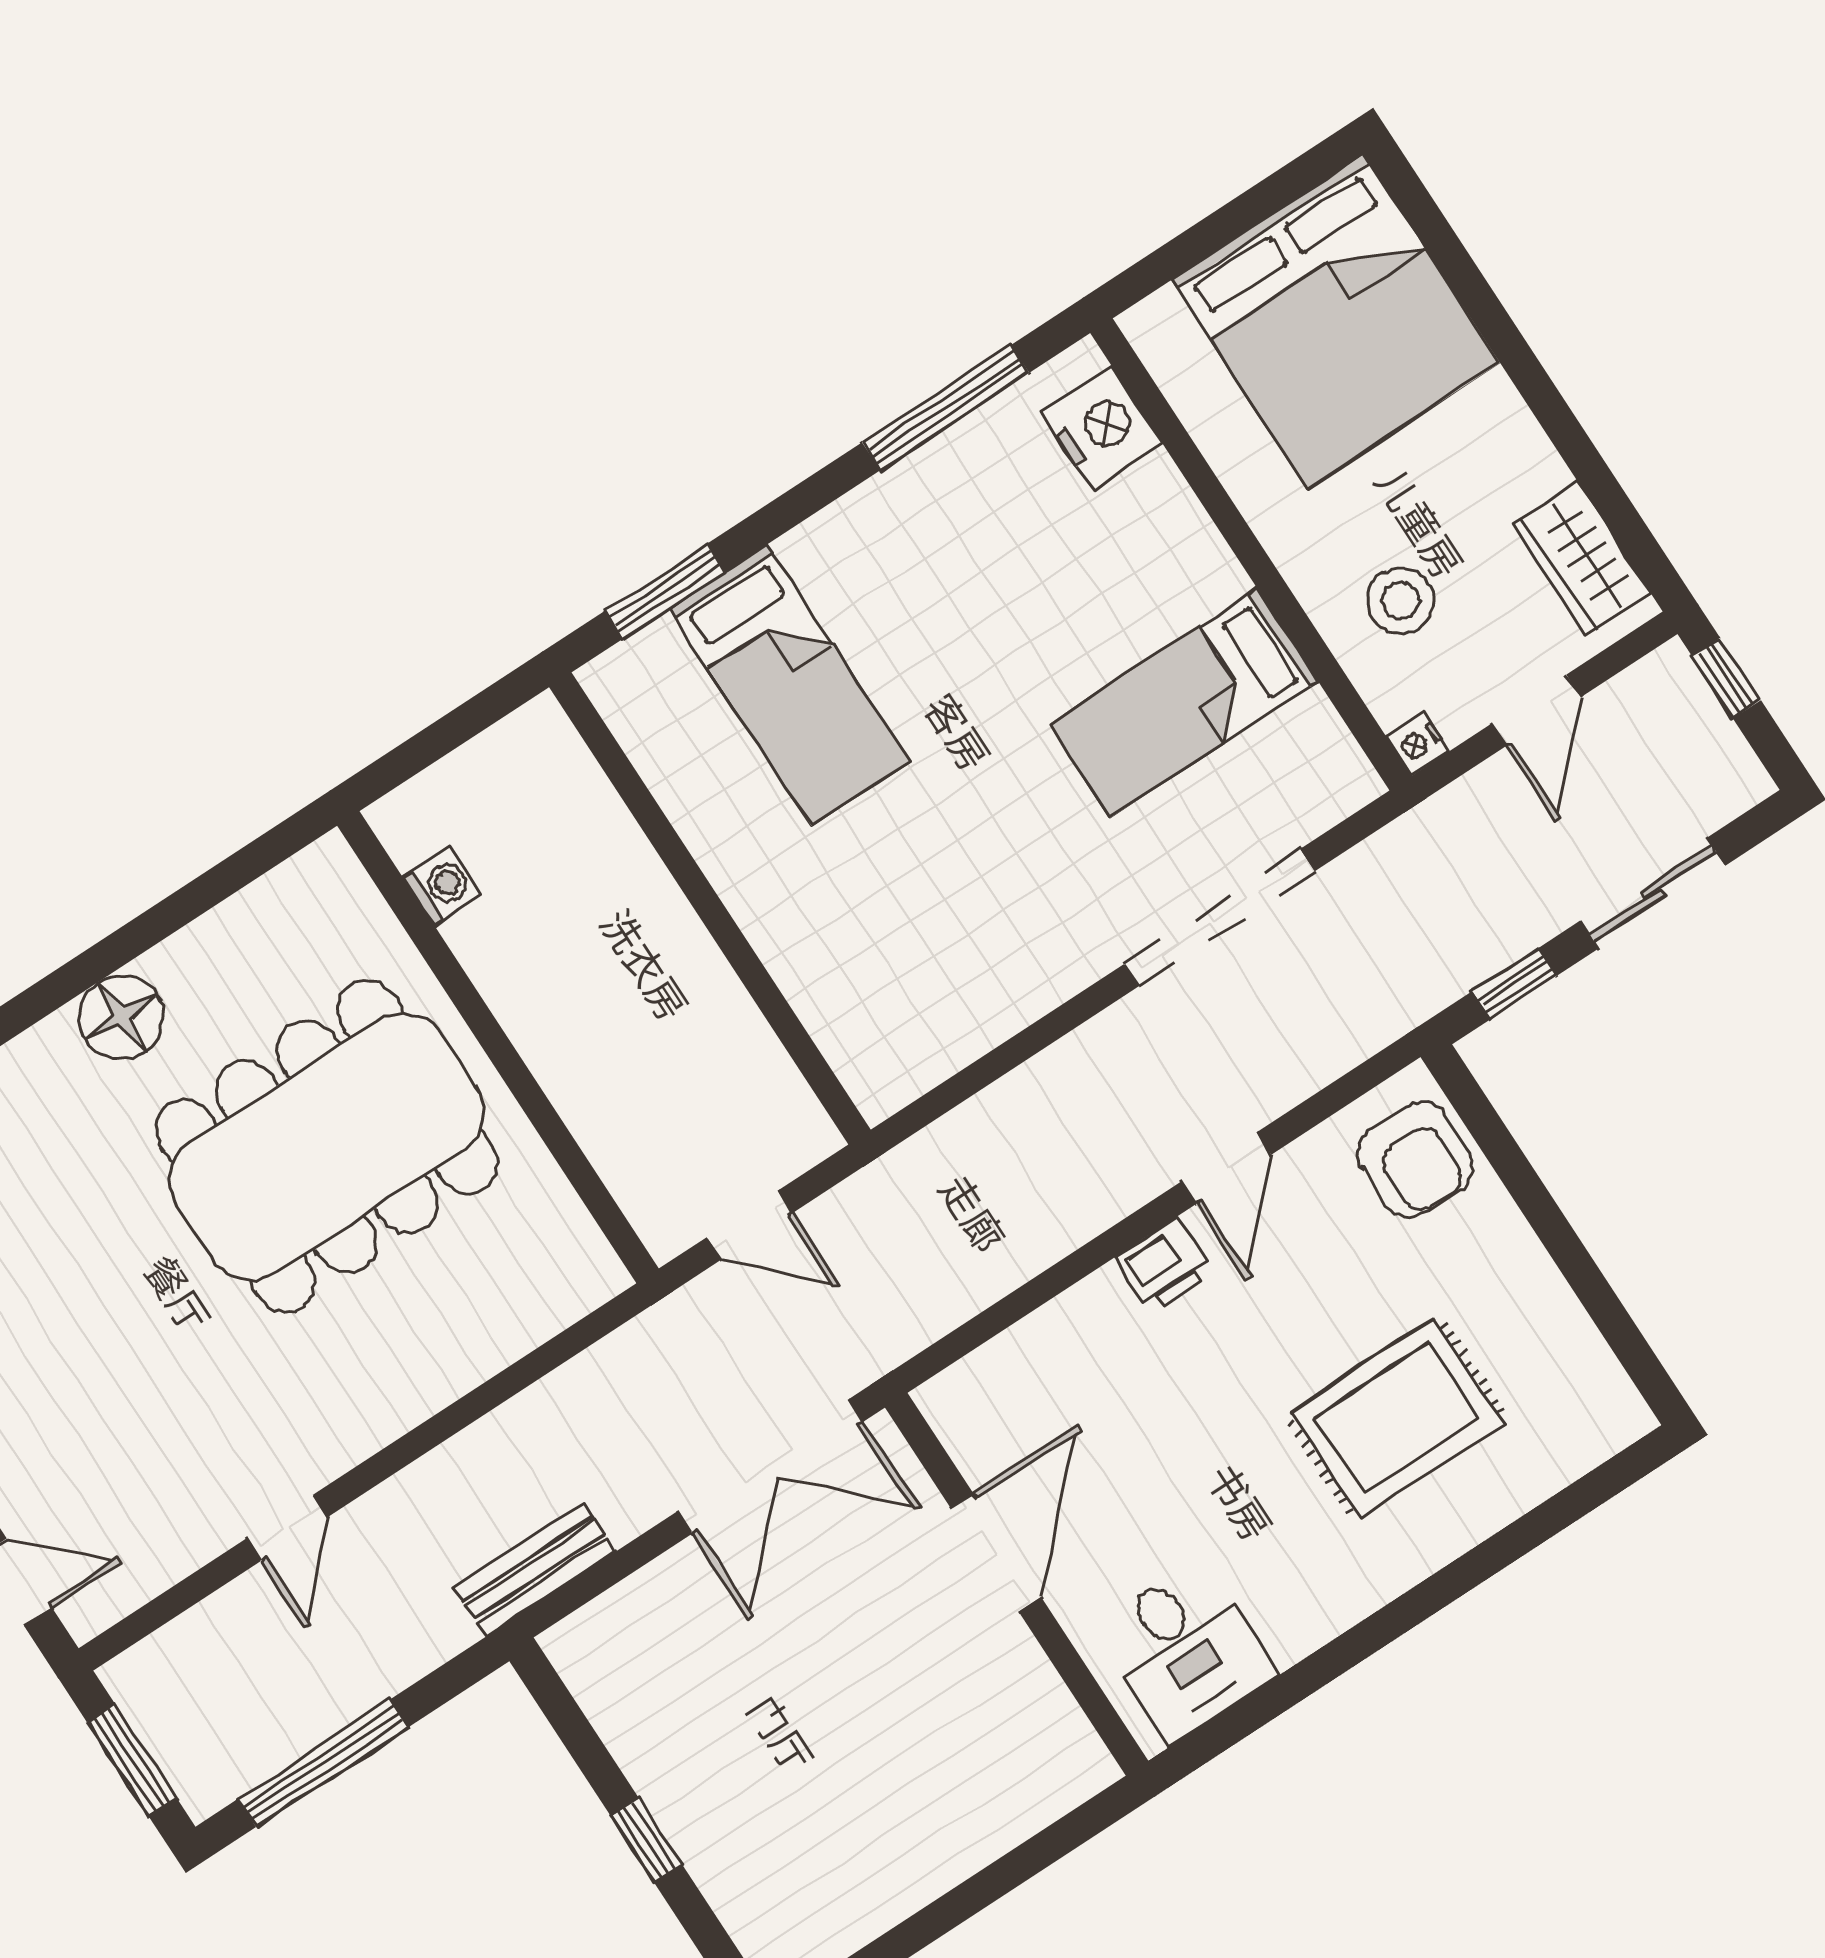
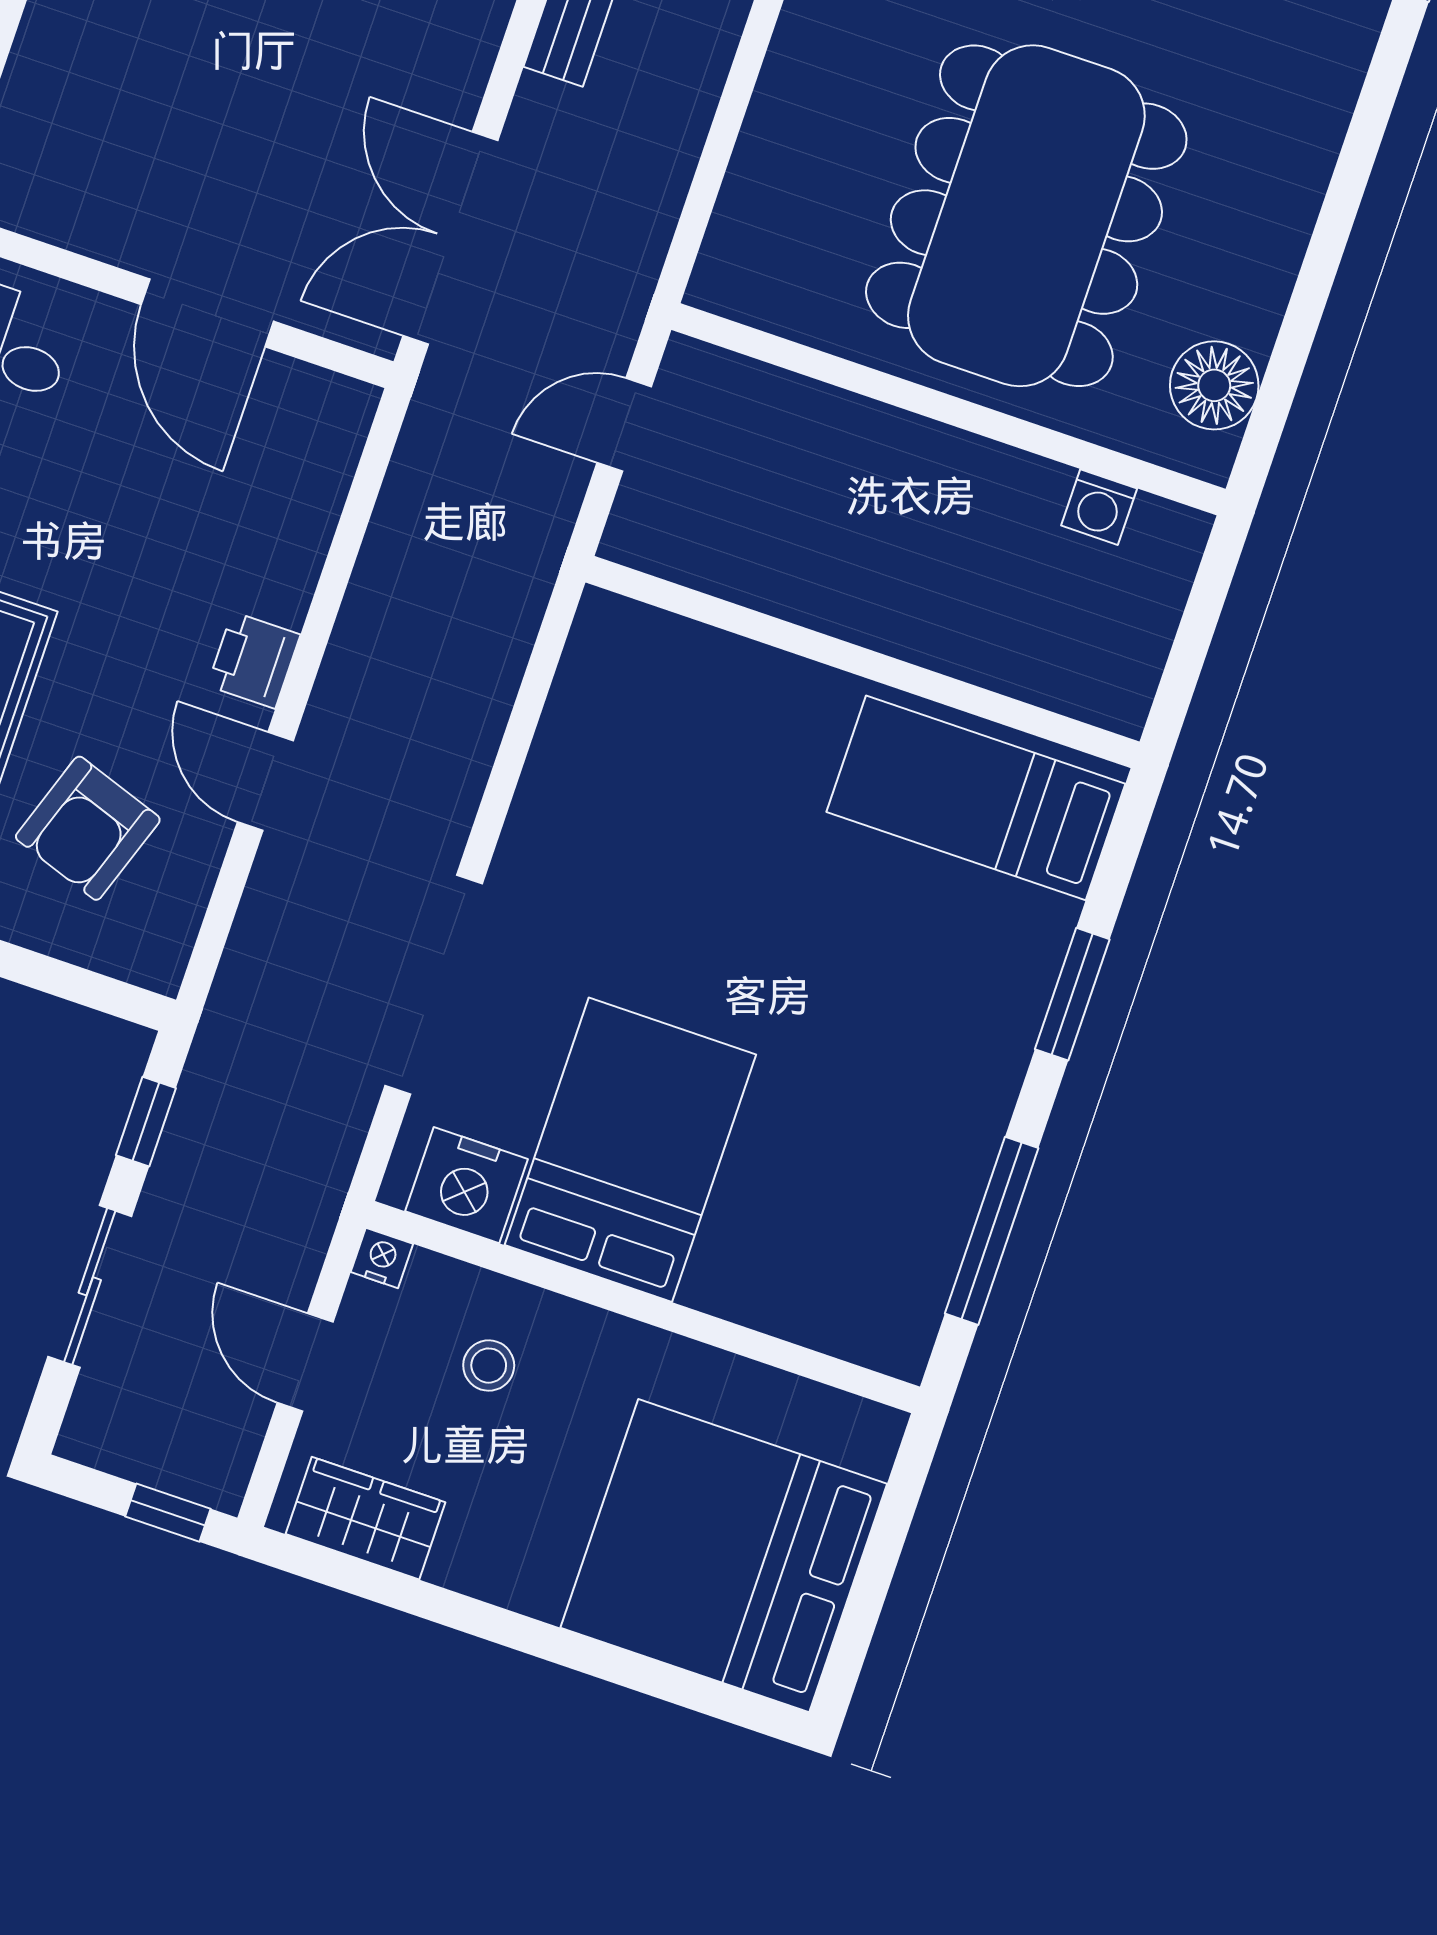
nightstand: (1102, 428) -> (467, 1185), moved
window: (665, 591) -> (1072, 994), moved
stool: (1401, 601) -> (489, 1366), width x0.73, depth x0.73
bed: (789, 685) -> (976, 798), moved
bed: (1184, 703) -> (630, 1150), width x1.50
floor lamp: (121, 1017) -> (1214, 385), moved
armchair: (1416, 1159) -> (88, 828), moved, turned -71

